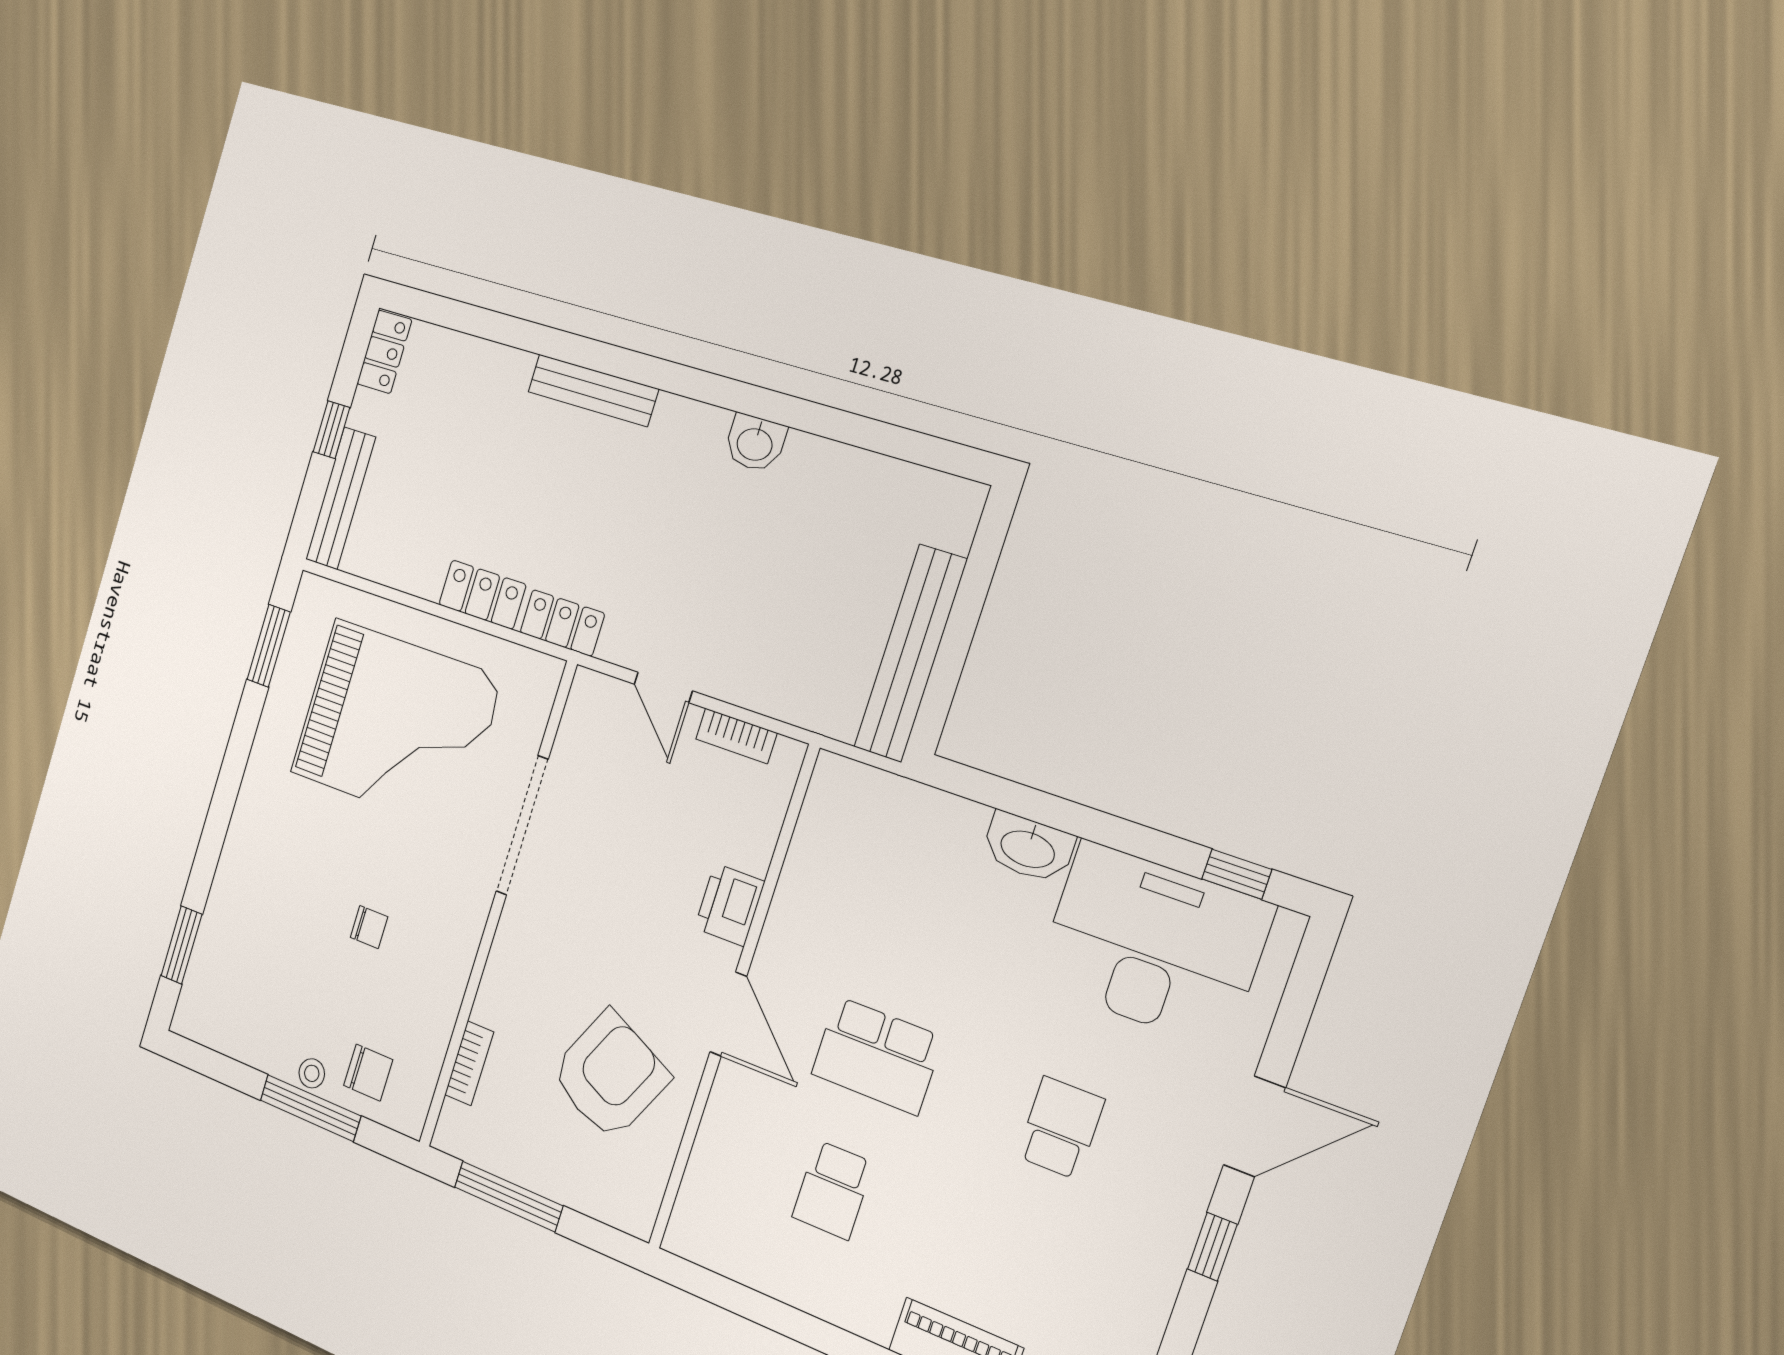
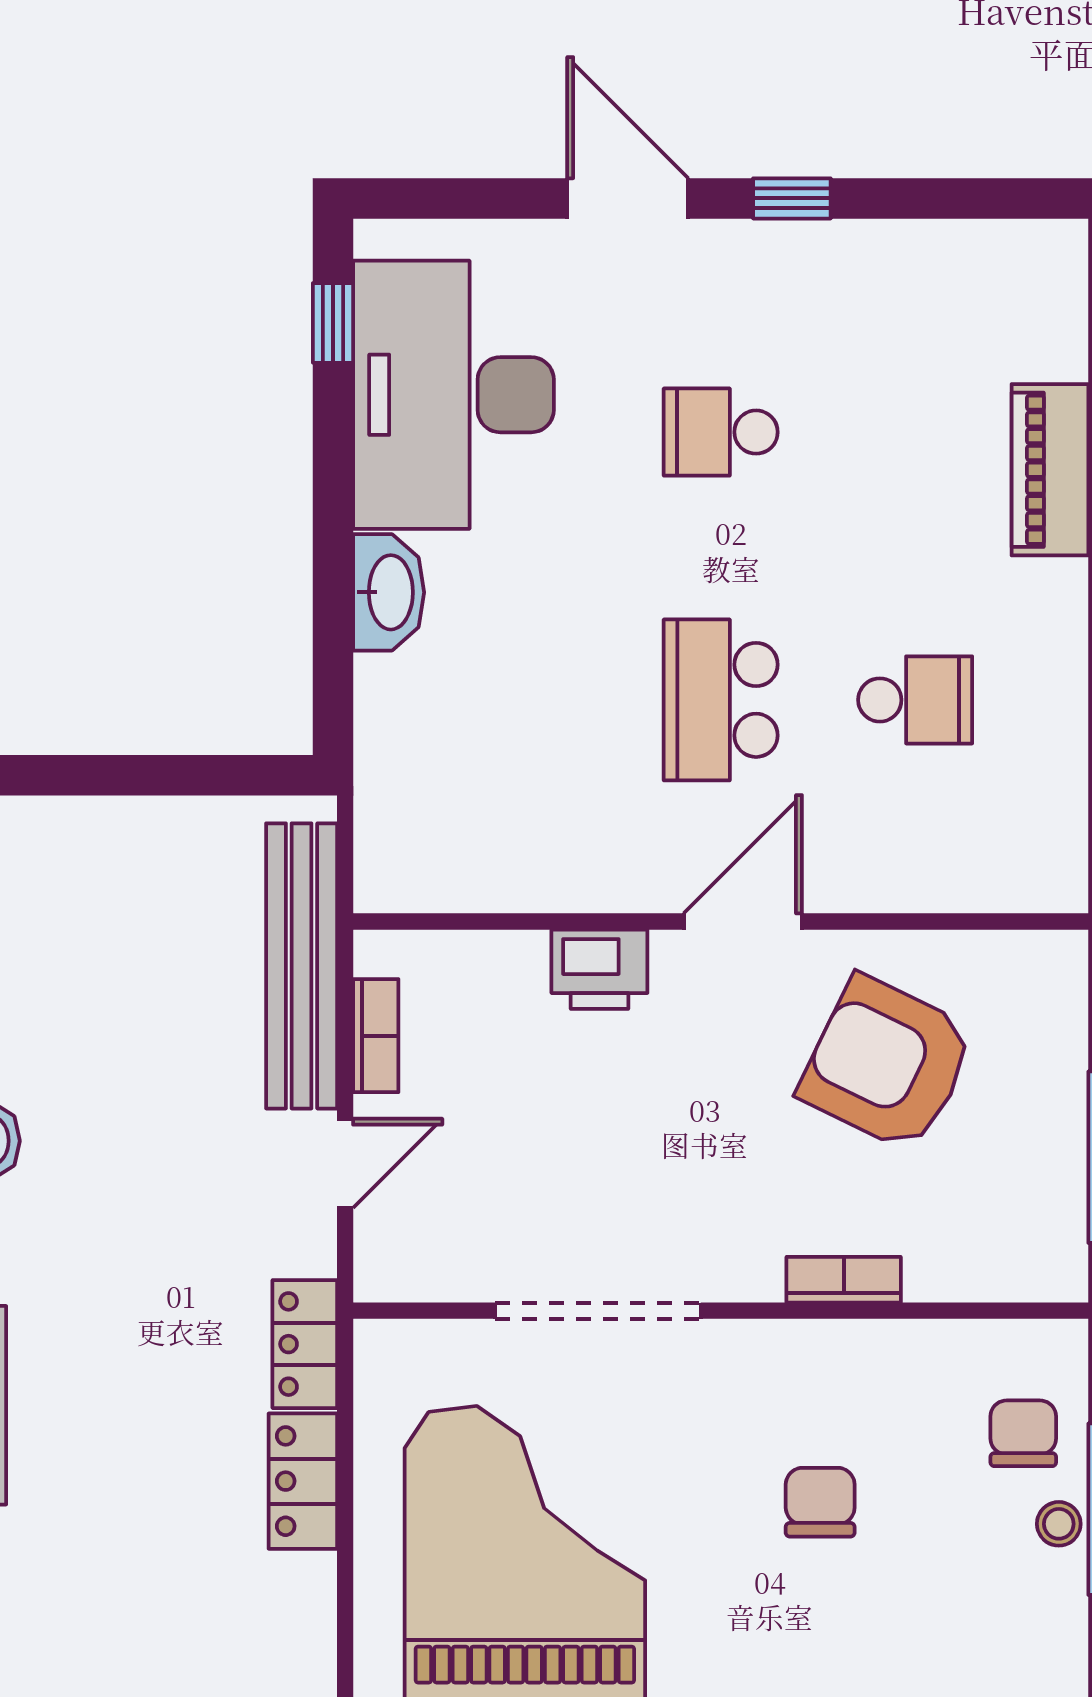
bench: (910, 654) -> (302, 966), moved, turned 90
chair: (369, 927) -> (820, 1502), width x1.37, depth x1.37
school desk: (877, 1056) -> (721, 700), turned 180
bookcase: (469, 1063) -> (844, 1280), moved

